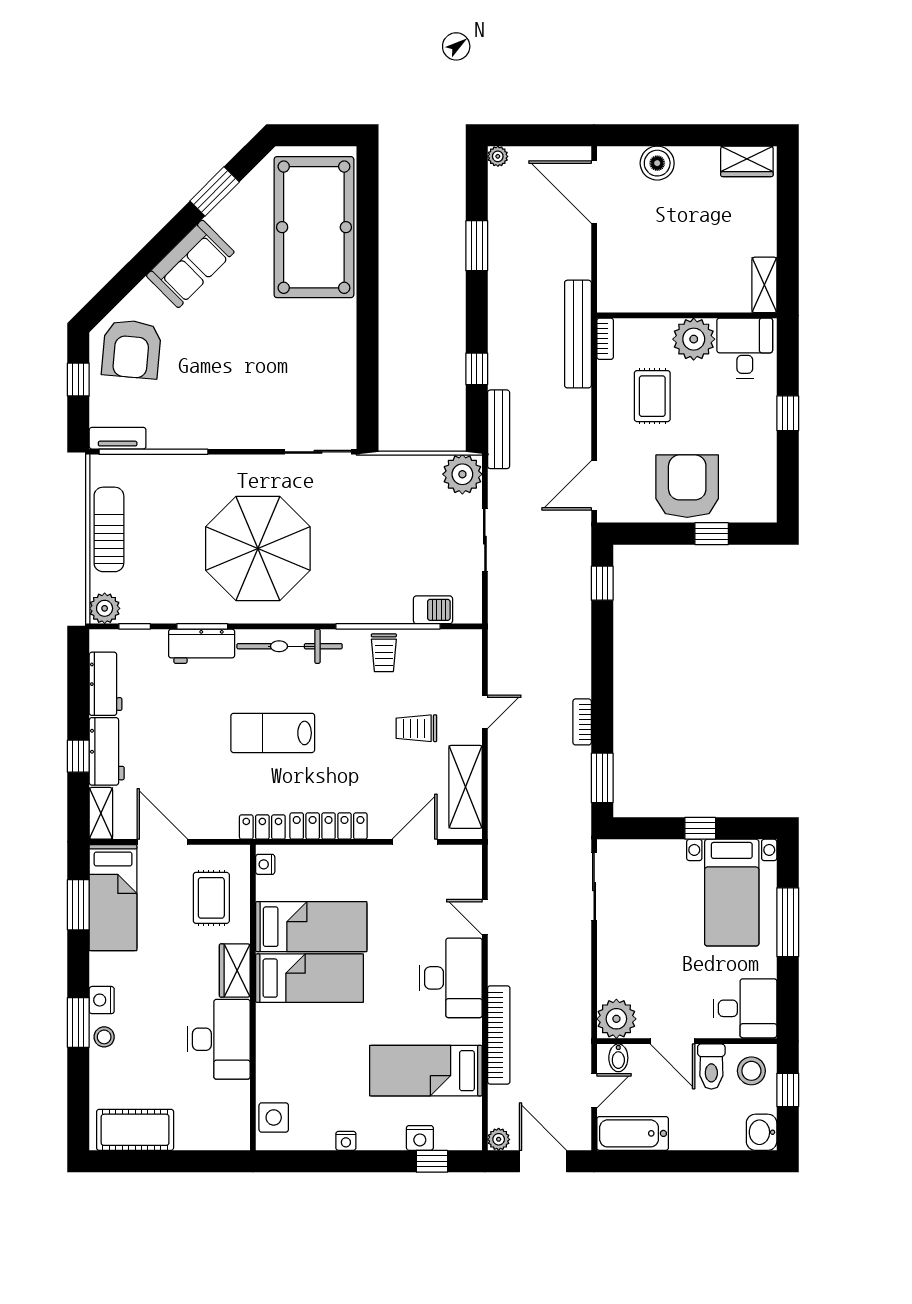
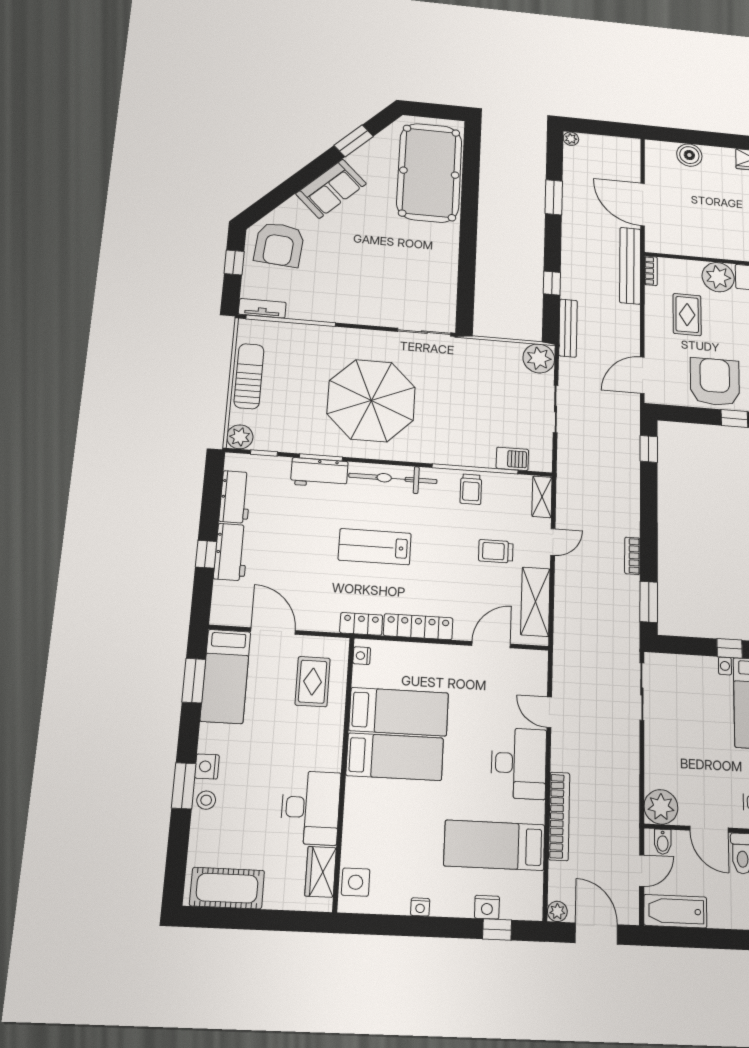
door: (594, 192) -> (643, 204), moved
shelving: (101, 813) -> (542, 497), moved
wardrobe: (235, 970) -> (321, 872), moved

